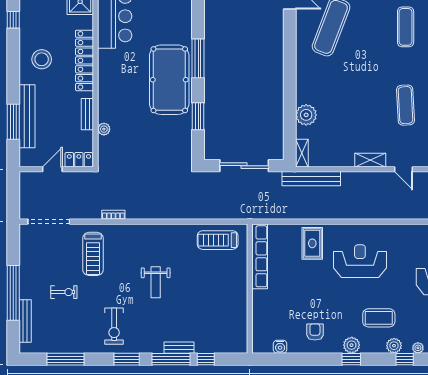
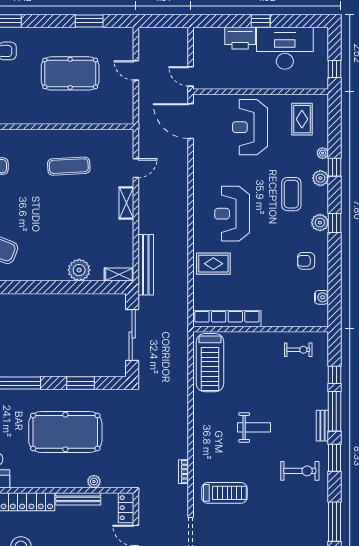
pool table: (169, 80) -> (65, 432), moved
bench: (87, 114) -> (78, 499), width x1.36
treadmill: (218, 240) -> (210, 363), width x1.37, depth x1.38
exercise bike: (64, 292) -> (298, 350), moved, turned 90
bench: (179, 348) -> (322, 426), moved

